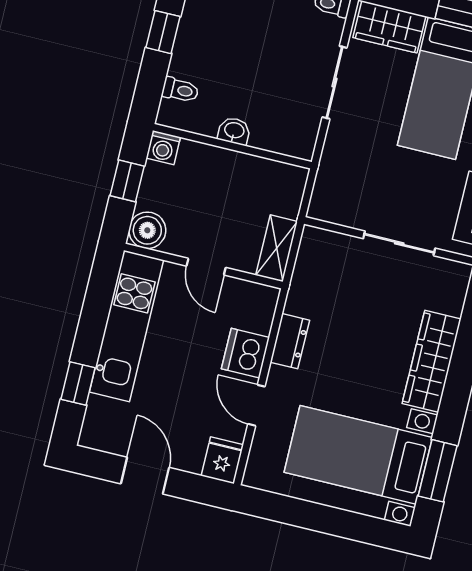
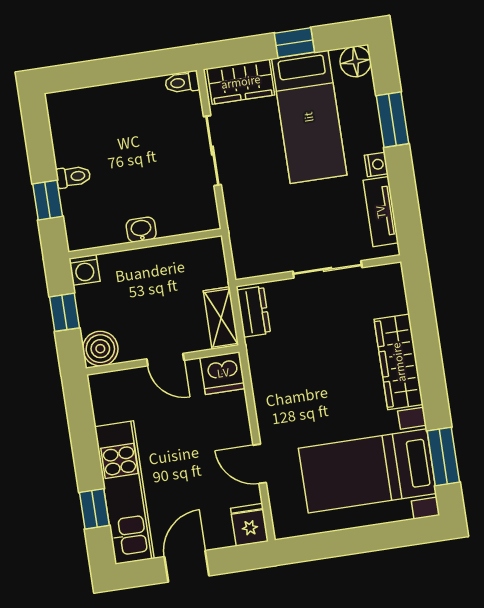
window: (163, 32) -> (48, 200), moved
toilet: (180, 90) -> (73, 177), moved
kitchen unit: (127, 326) -> (124, 493), moved
dresser: (290, 341) -> (254, 312), moved
dishwasher: (246, 353) -> (223, 373), moved, turned -90
door: (145, 476) -> (187, 566), hinge flipped

